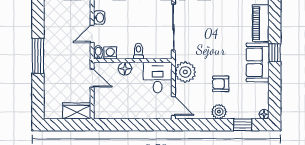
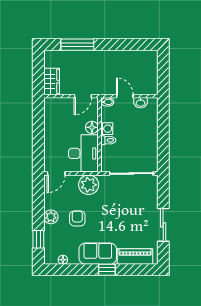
washing machine: (110, 53) -> (107, 129), moved
window: (38, 56) -> (77, 45), moved
desk: (158, 77) -> (83, 153), width x1.37
floor lamp: (264, 114) -> (63, 260), moved

